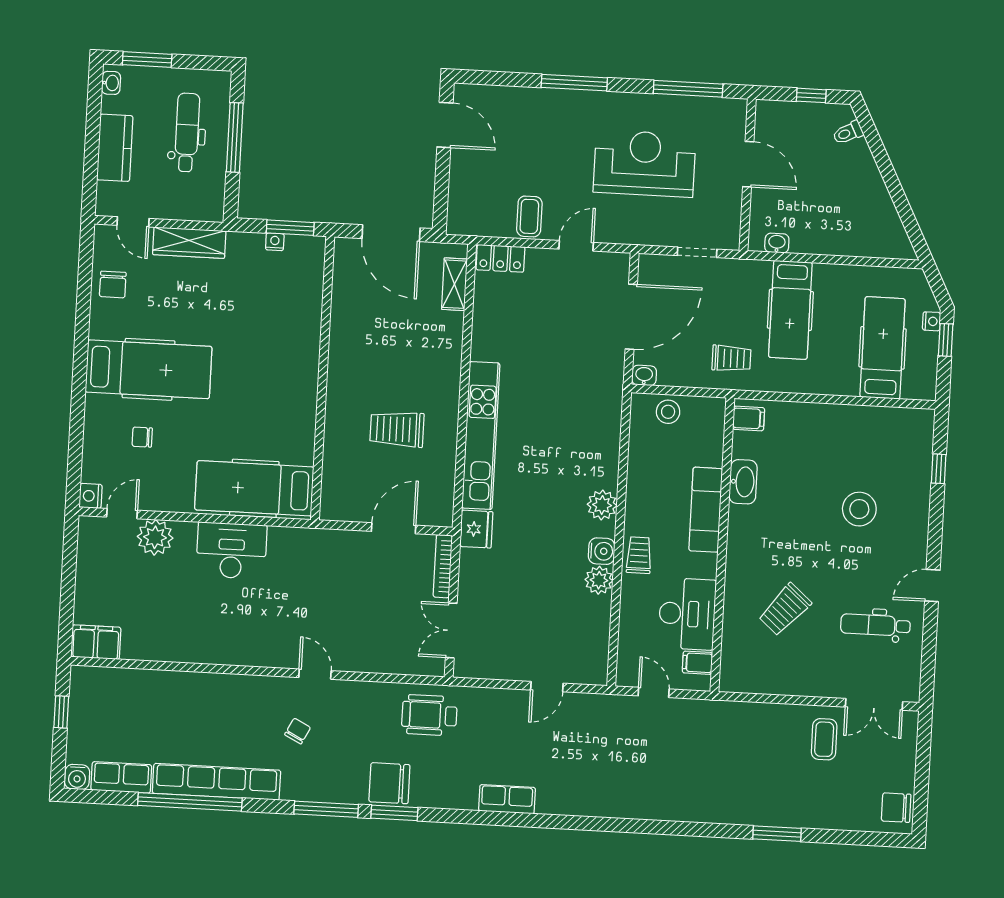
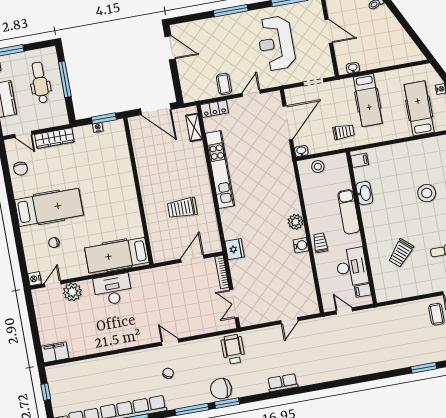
reception desk: (644, 163) -> (276, 43), turned -90
kitchen unit: (481, 436) -> (220, 169), moved
plant: (599, 580) -> (303, 260), removed
wheelchair: (429, 715) -> (233, 349), turned 90

